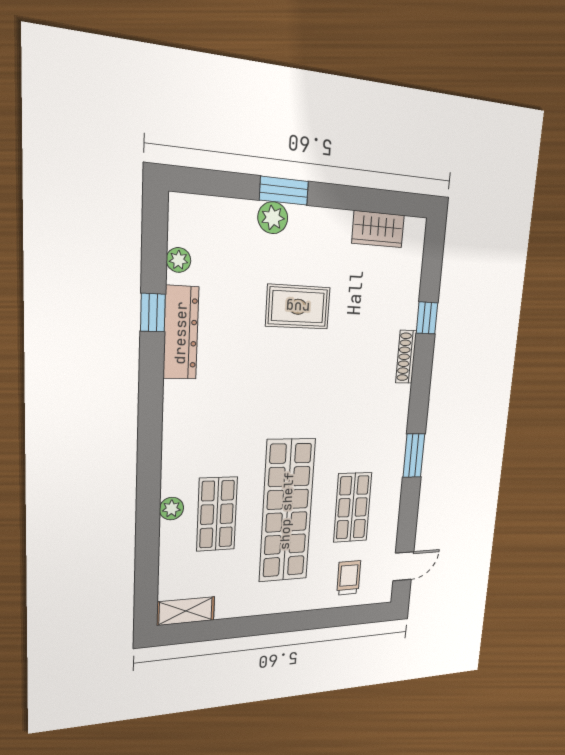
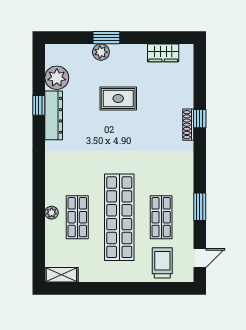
plant: (178, 260) -> (57, 78), width x1.88, depth x1.88
window: (427, 318) -> (200, 119), moved
window: (414, 455) -> (200, 207), moved
trolley: (349, 578) -> (162, 263), width x1.36, depth x1.39

